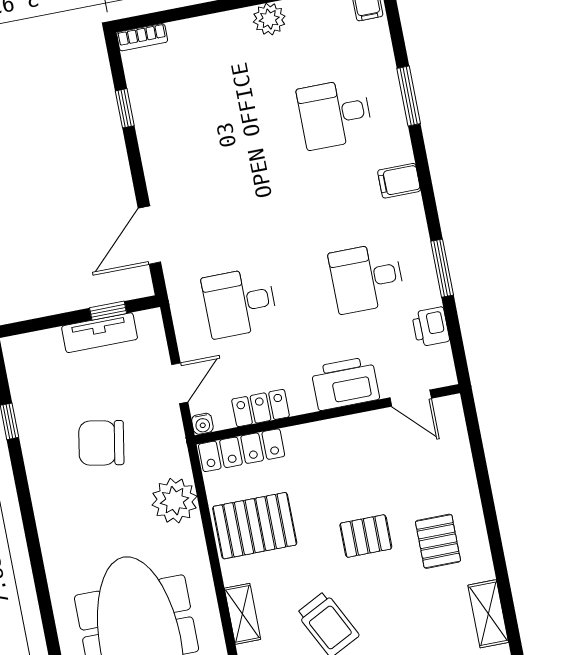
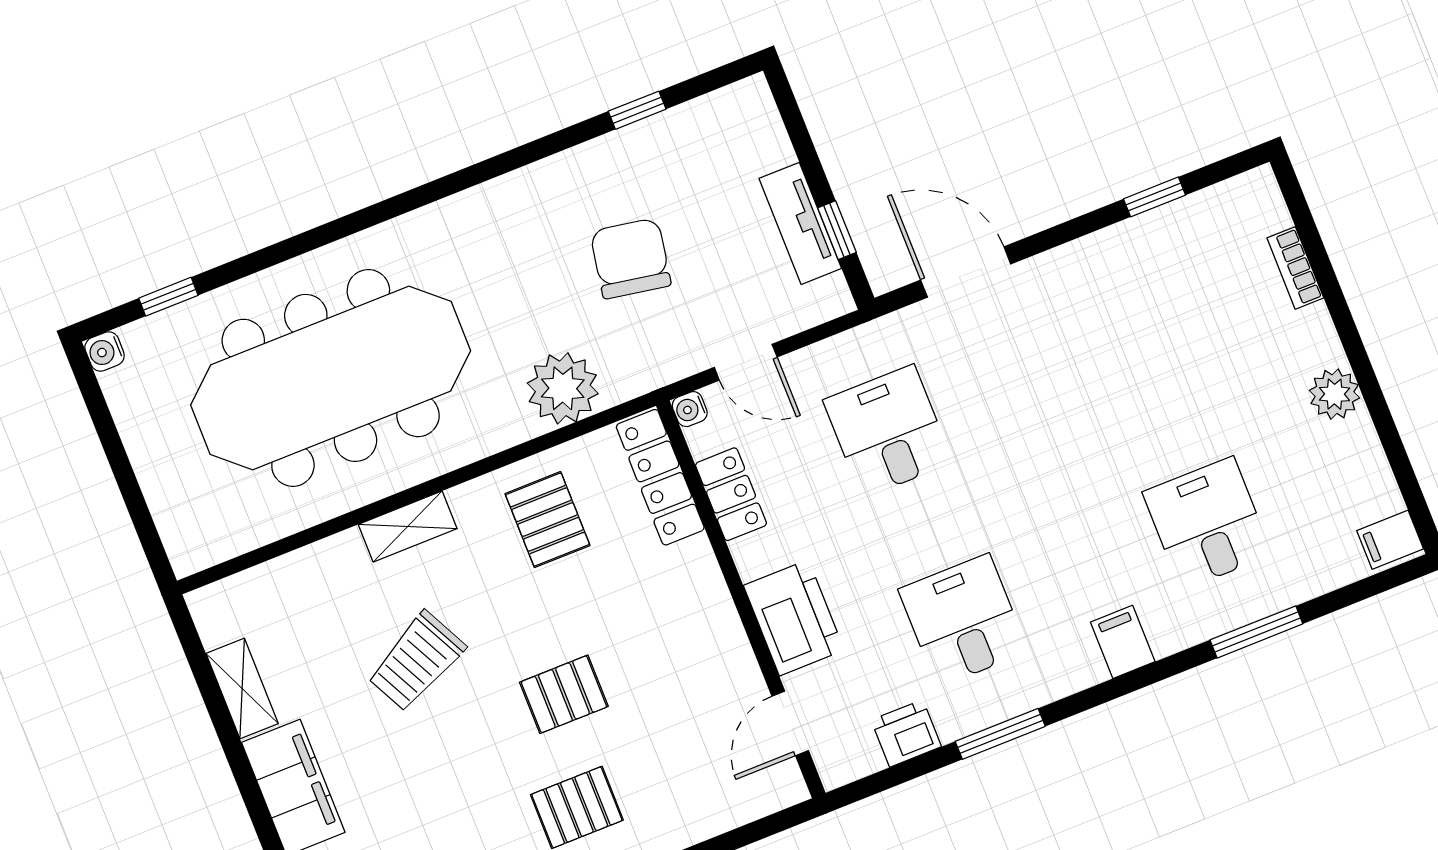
bookcase: (142, 37) -> (1295, 268), moved
pallet: (255, 526) -> (548, 520), width x0.67, depth x0.71
pallet: (366, 536) -> (564, 694), turned 90

